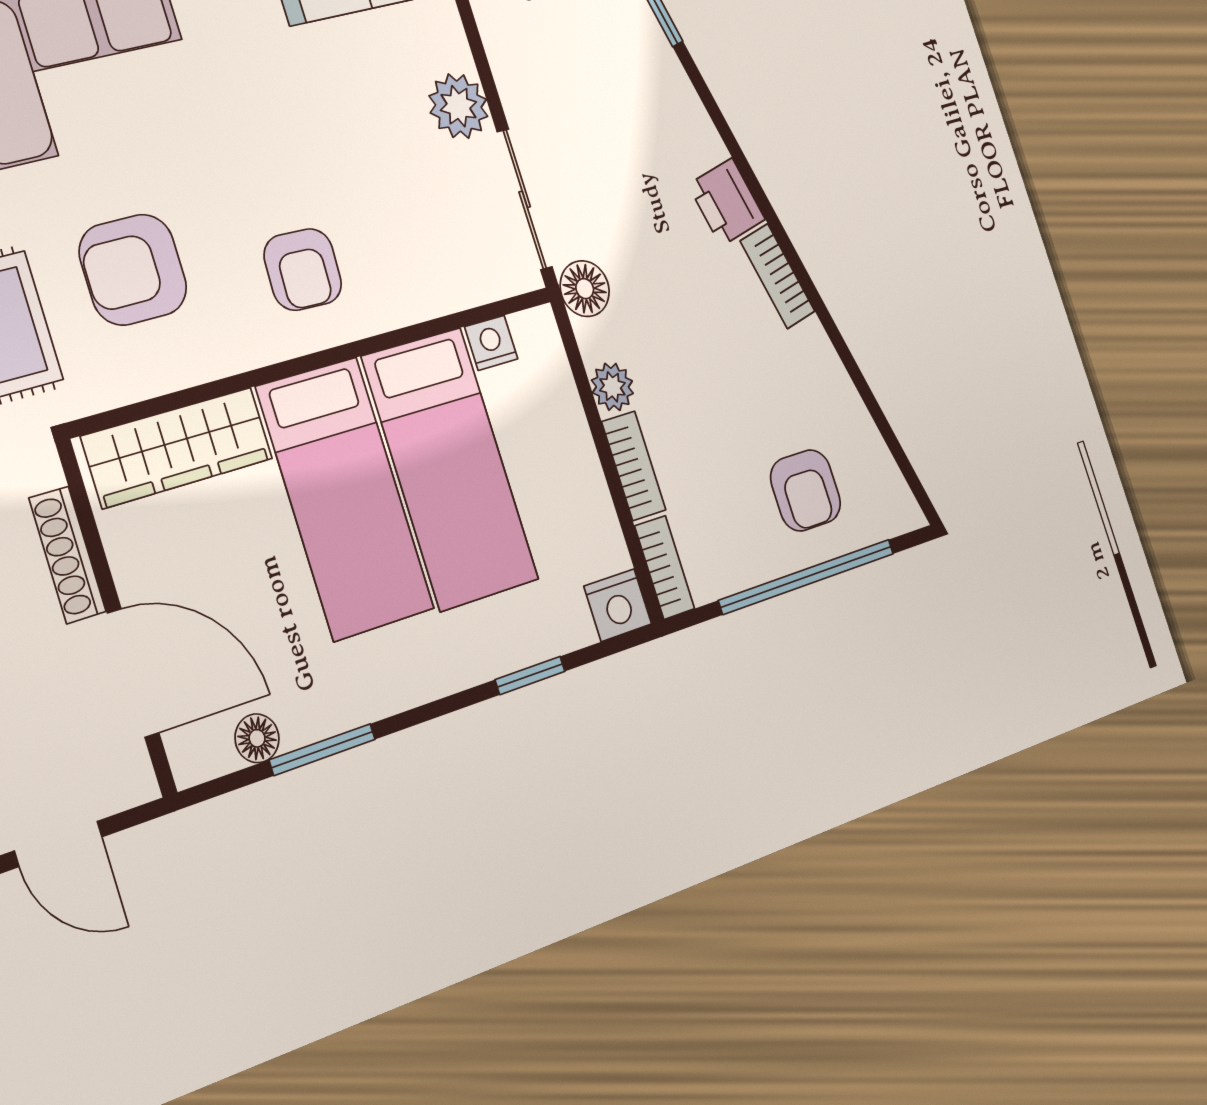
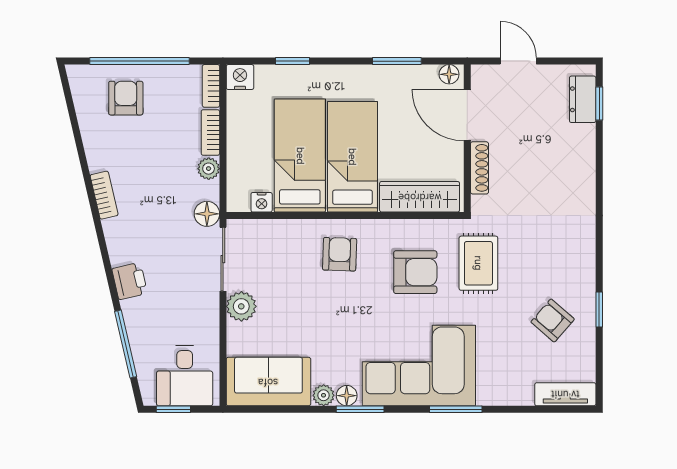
printer: (727, 202) -> (130, 281), moved
floor lamp: (257, 738) -> (449, 74), moved

